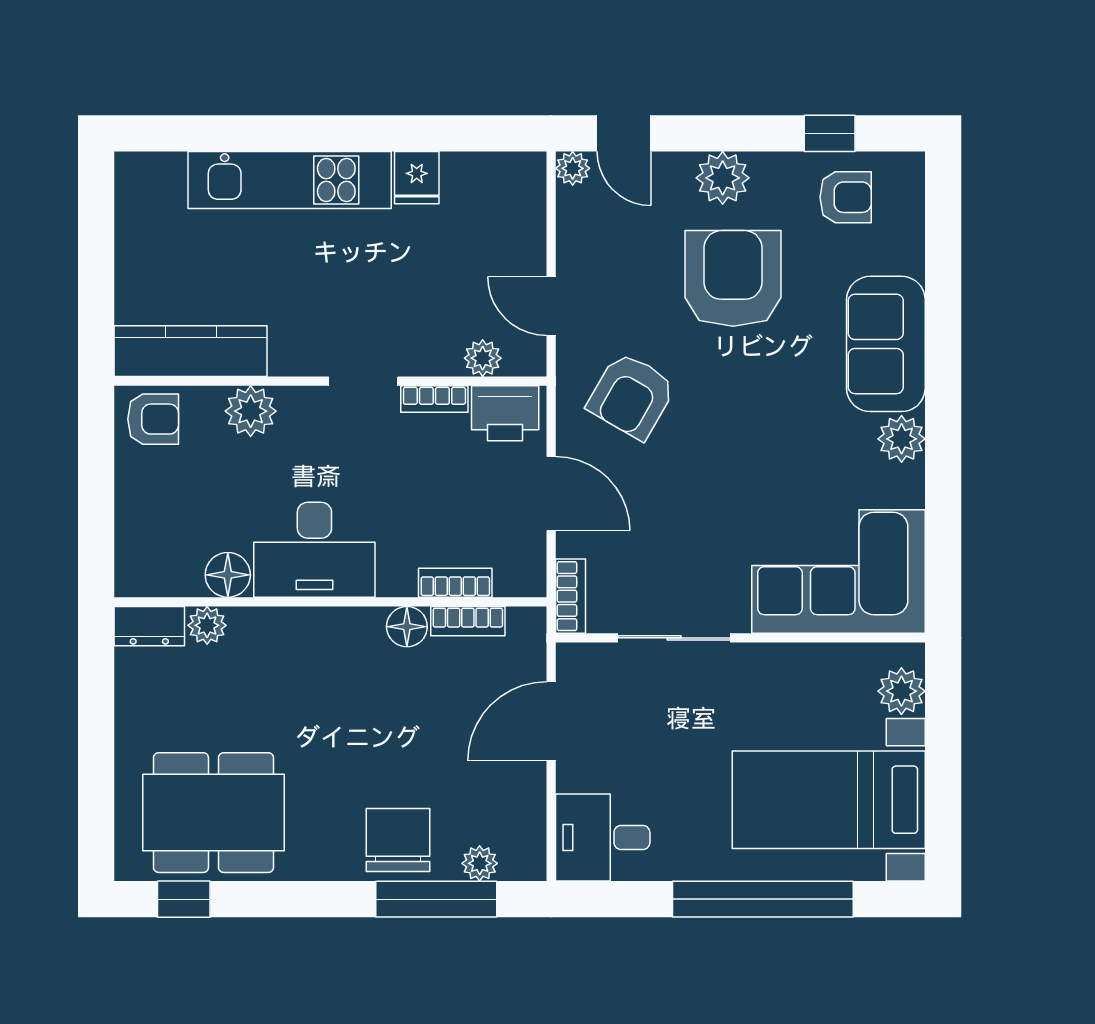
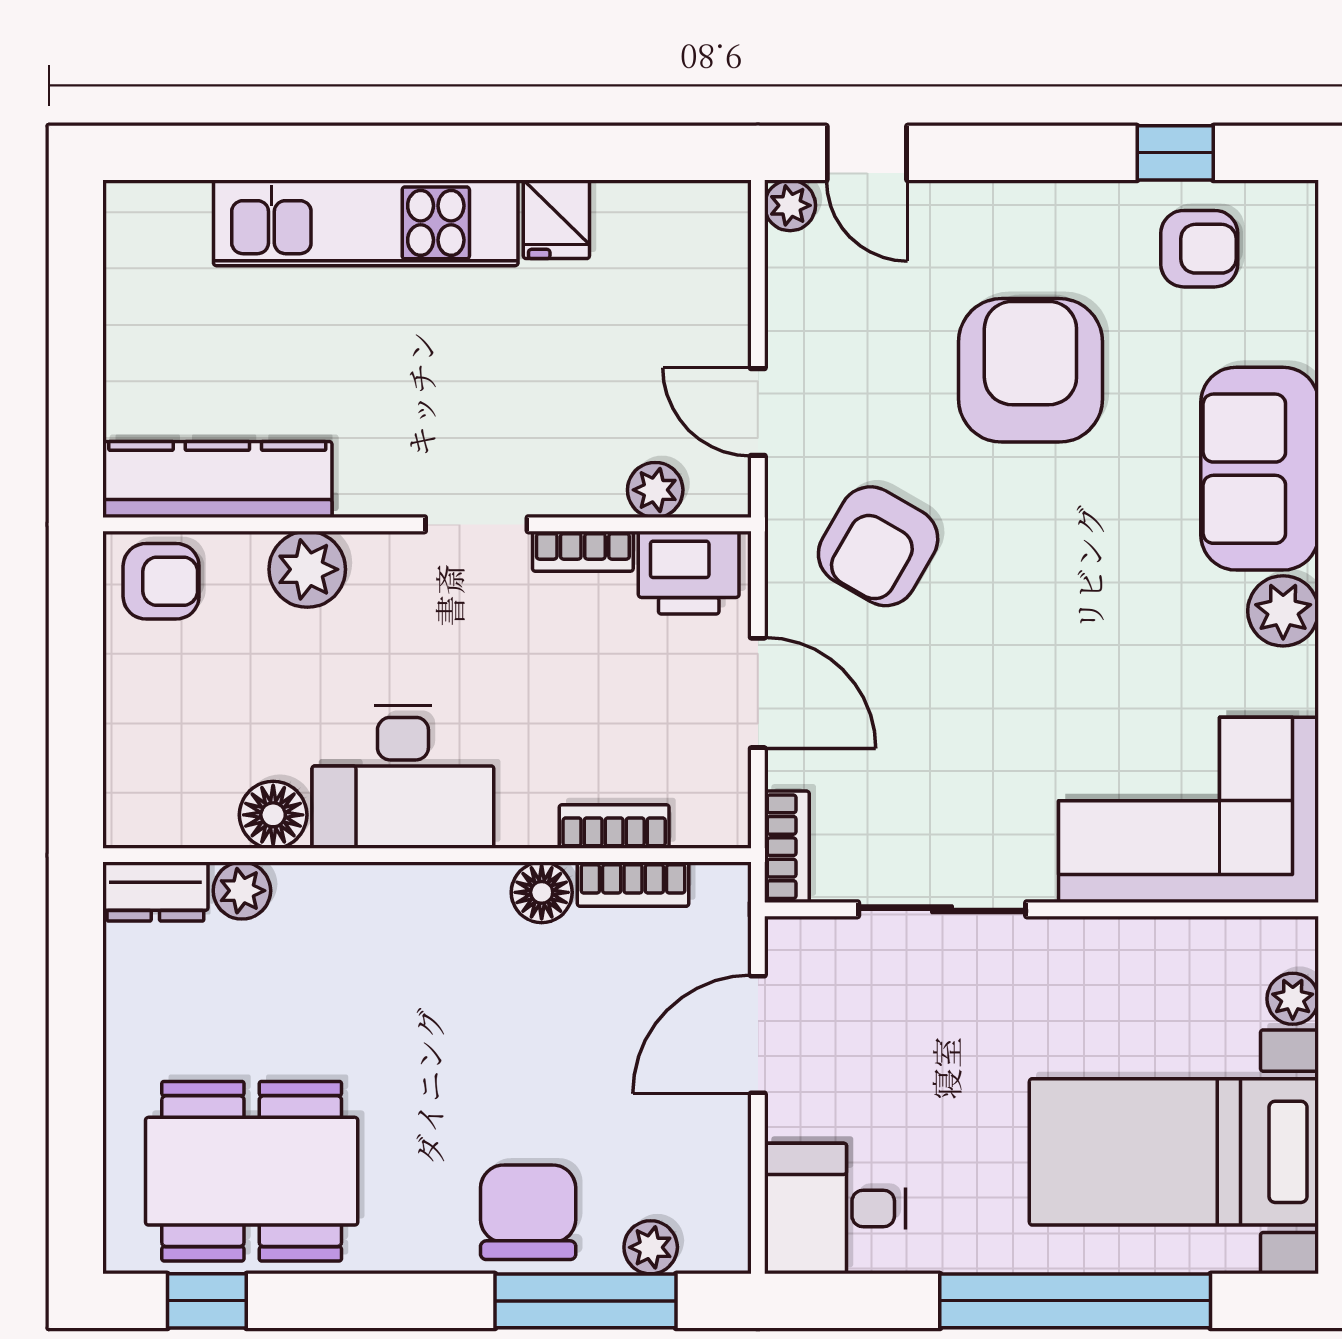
plant: (723, 178) -> (1015, 220), removed
plant: (901, 691) -> (1293, 999), width x0.73, depth x0.73

